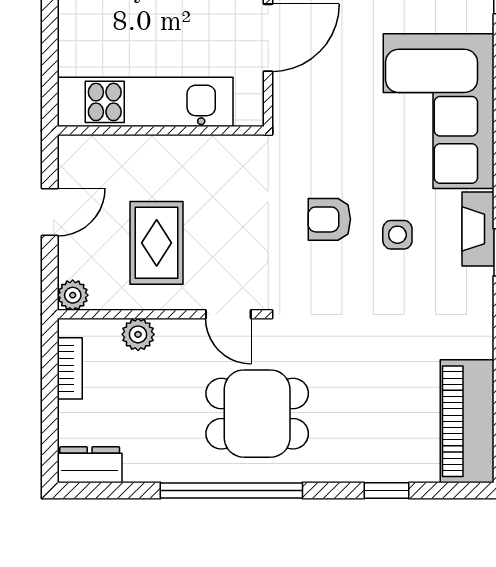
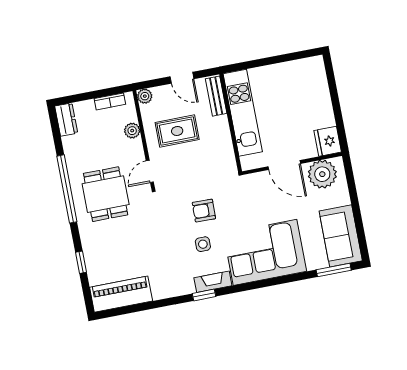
bench: (101, 150) -> (216, 96), added
armchair: (329, 219) -> (204, 211), turned -89

